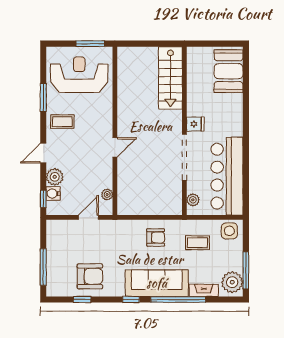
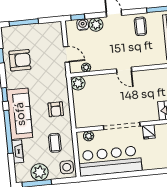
plant: (126, 207) -> (78, 83), added
armchair: (90, 276) -> (20, 60), turned -90
plant: (232, 282) -> (40, 172), moved

